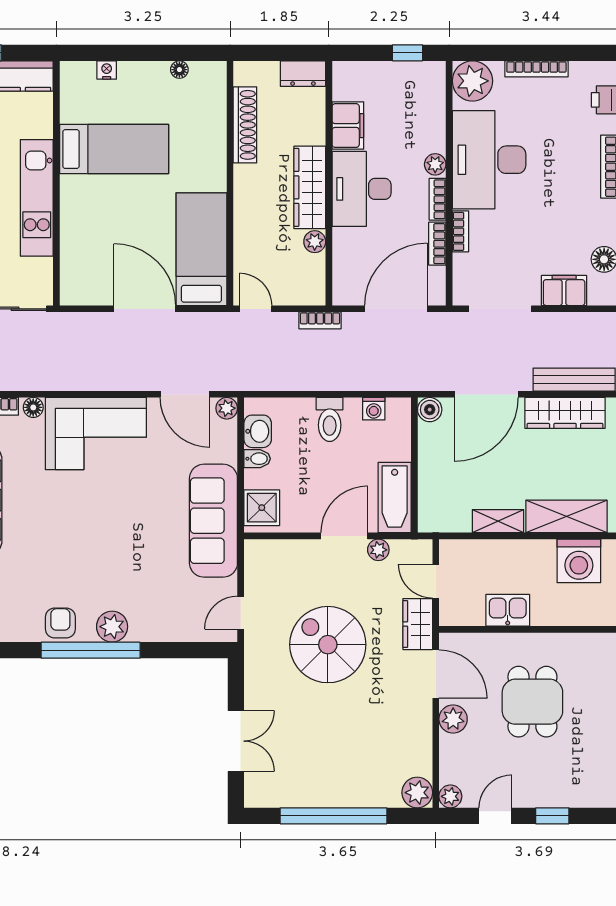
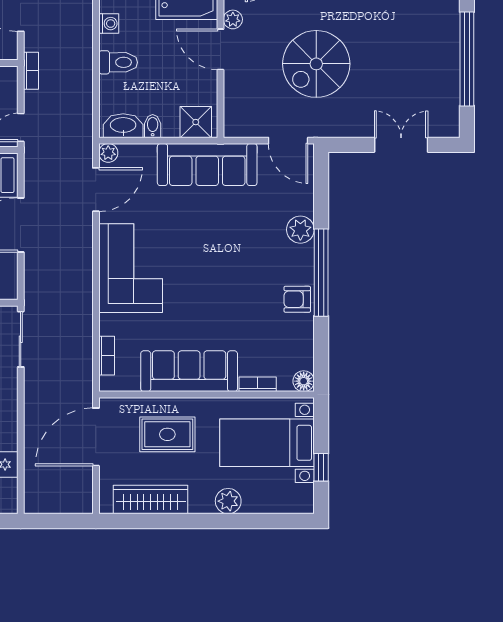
floor lamp: (33, 407) -> (108, 323), removed
washbasin: (258, 431) -> (123, 126), width x1.38
door: (241, 613) -> (288, 141), width x1.38
plant: (112, 627) -> (300, 230), moved

